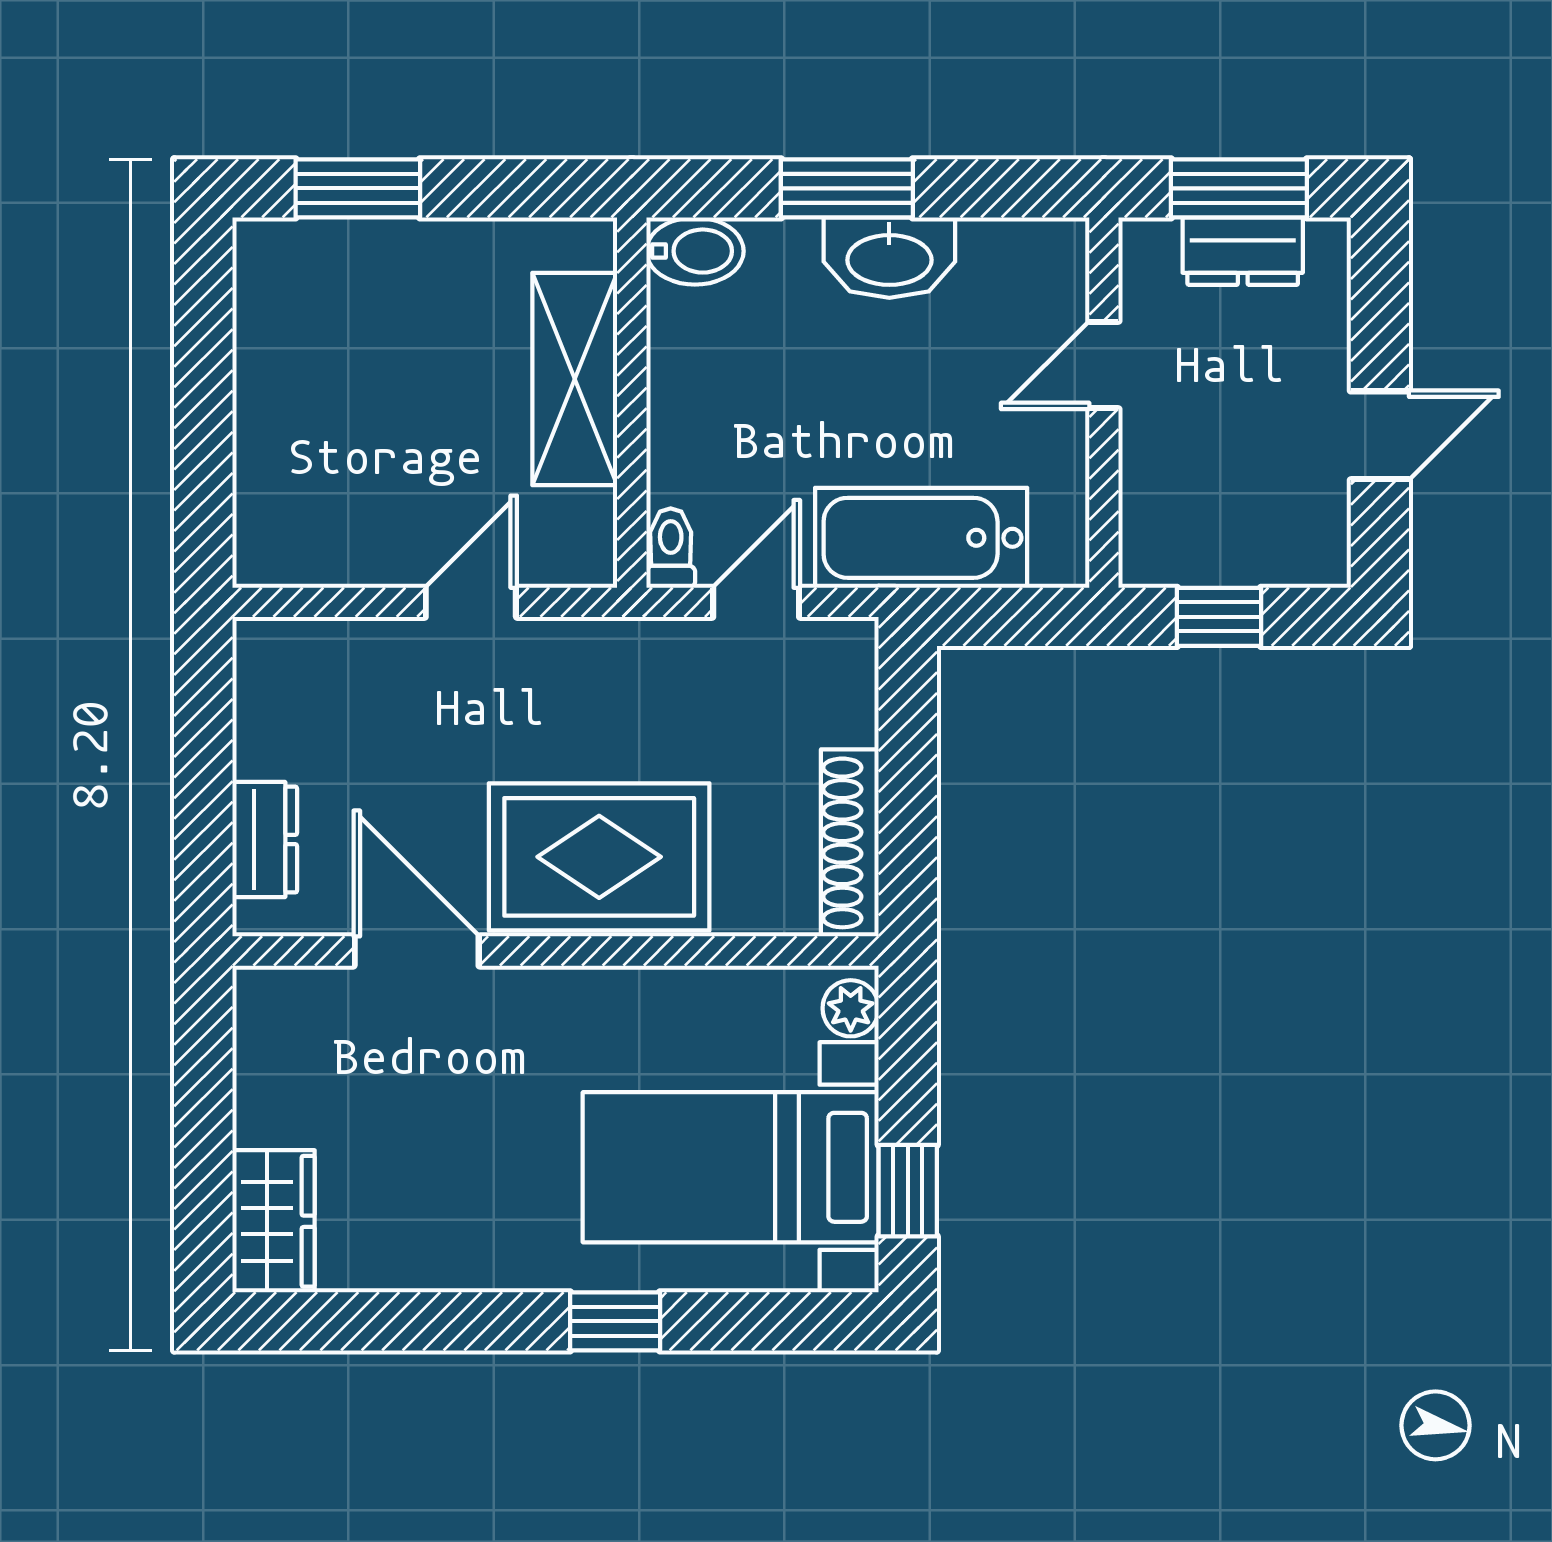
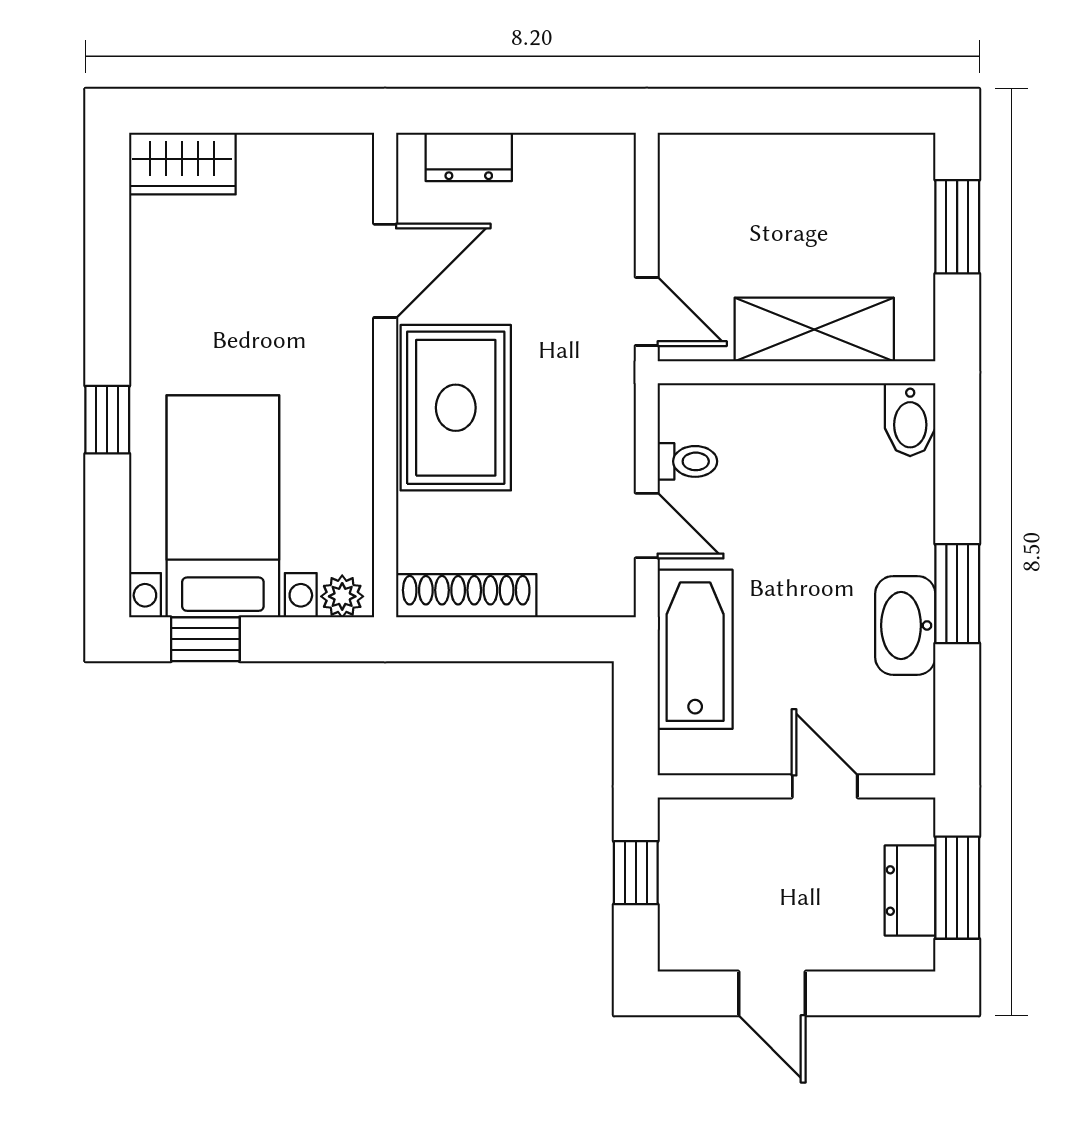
bidet: (695, 251) -> (910, 420), moved
shelving: (575, 379) -> (814, 330), moved
wall: (632, 403) -> (797, 372), moved

